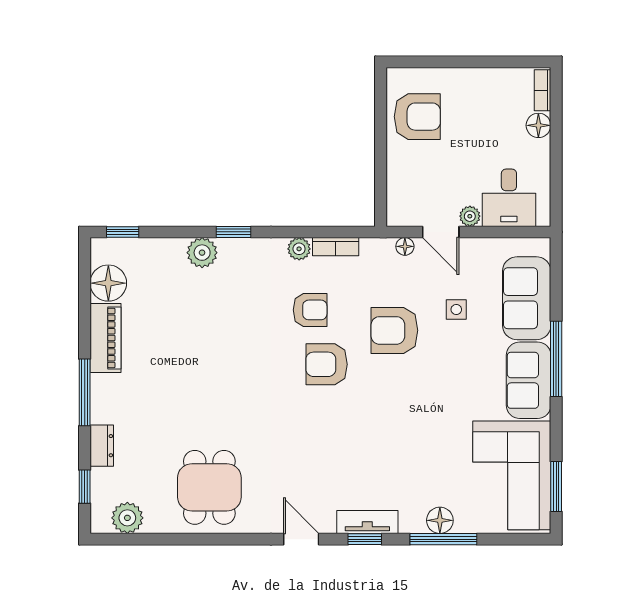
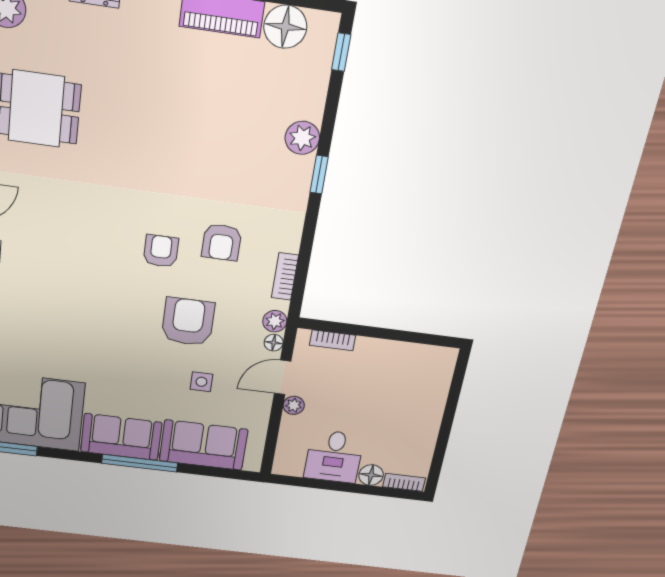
armchair: (417, 117) -> (404, 371), removed
bookcase: (395, 191) -> (332, 340), added
desk: (509, 198) -> (334, 456), moved, turned -90
plant: (299, 249) -> (275, 321), moved
armchair: (327, 364) -> (161, 251), width x0.72, depth x0.72

